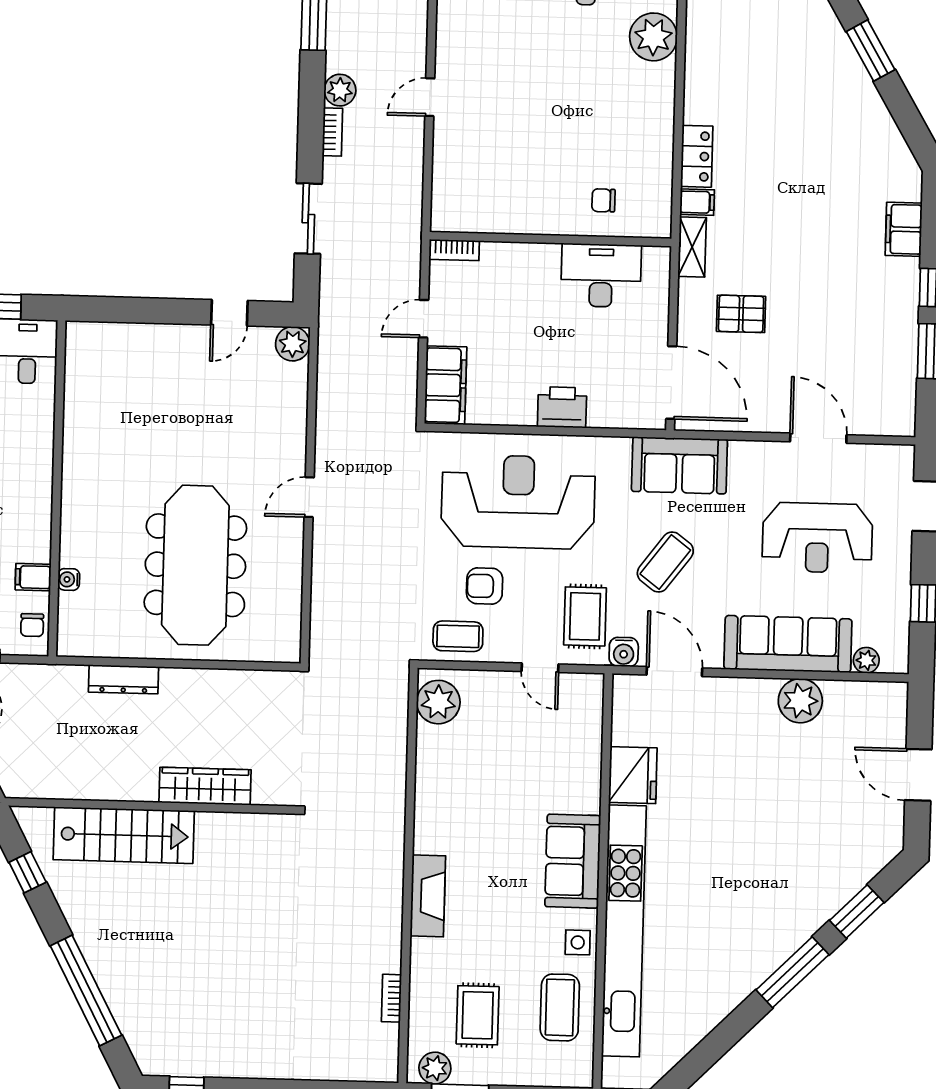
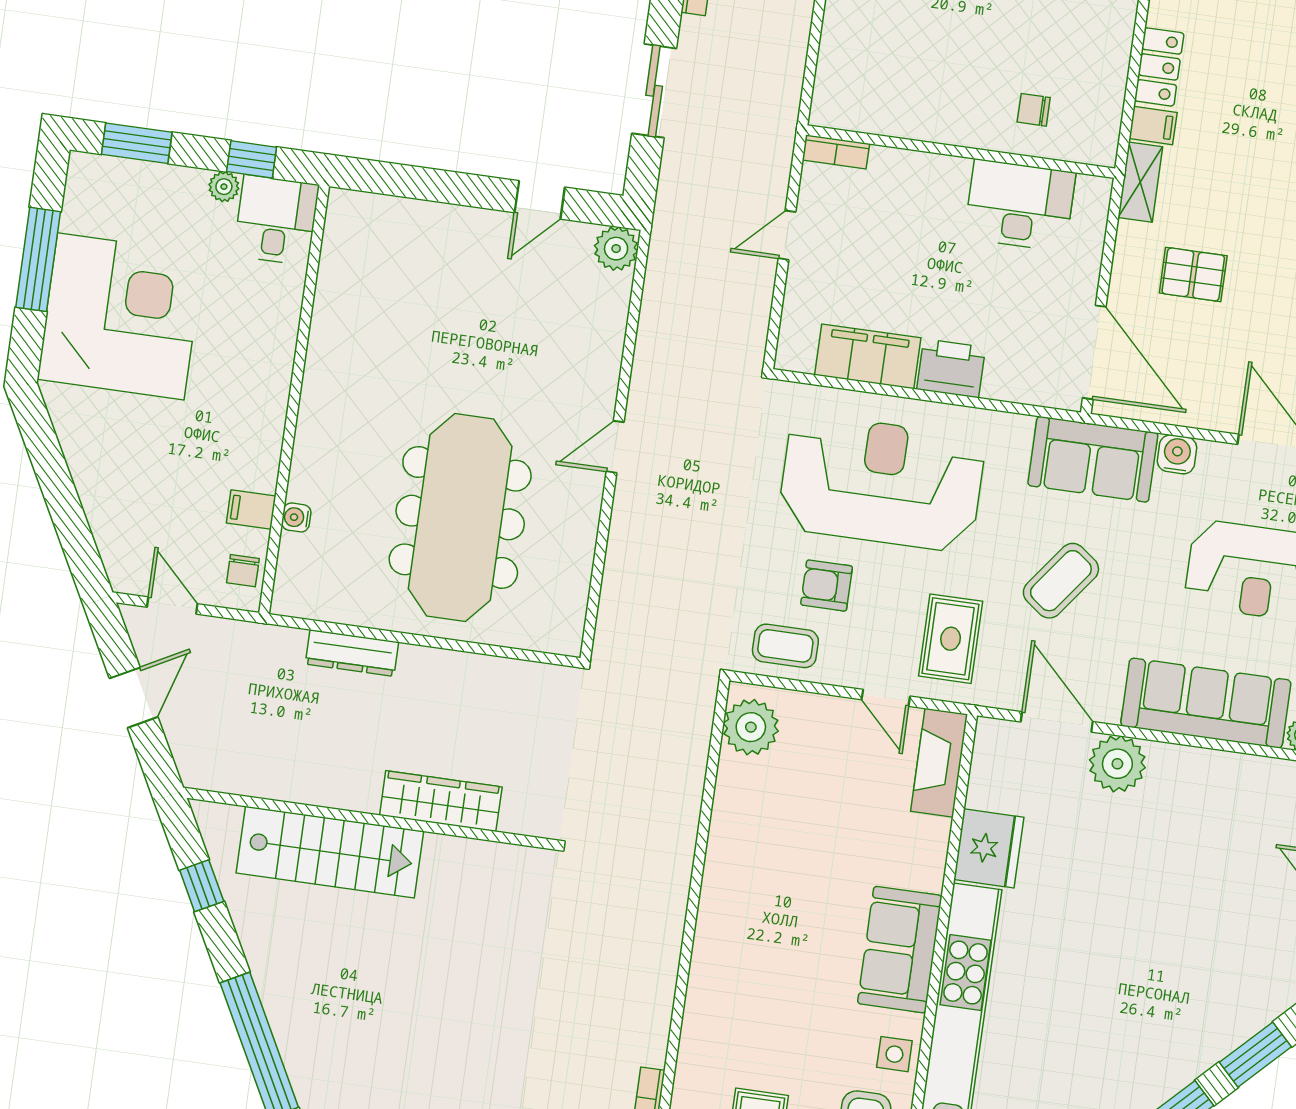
filing cabinet: (446, 385) -> (868, 356), moved, turned -90
water cooler: (624, 652) -> (1177, 454), moved, turned 180
plant: (800, 701) -> (1117, 764), moved
fireplace: (428, 896) -> (939, 763), moved, turned 180

